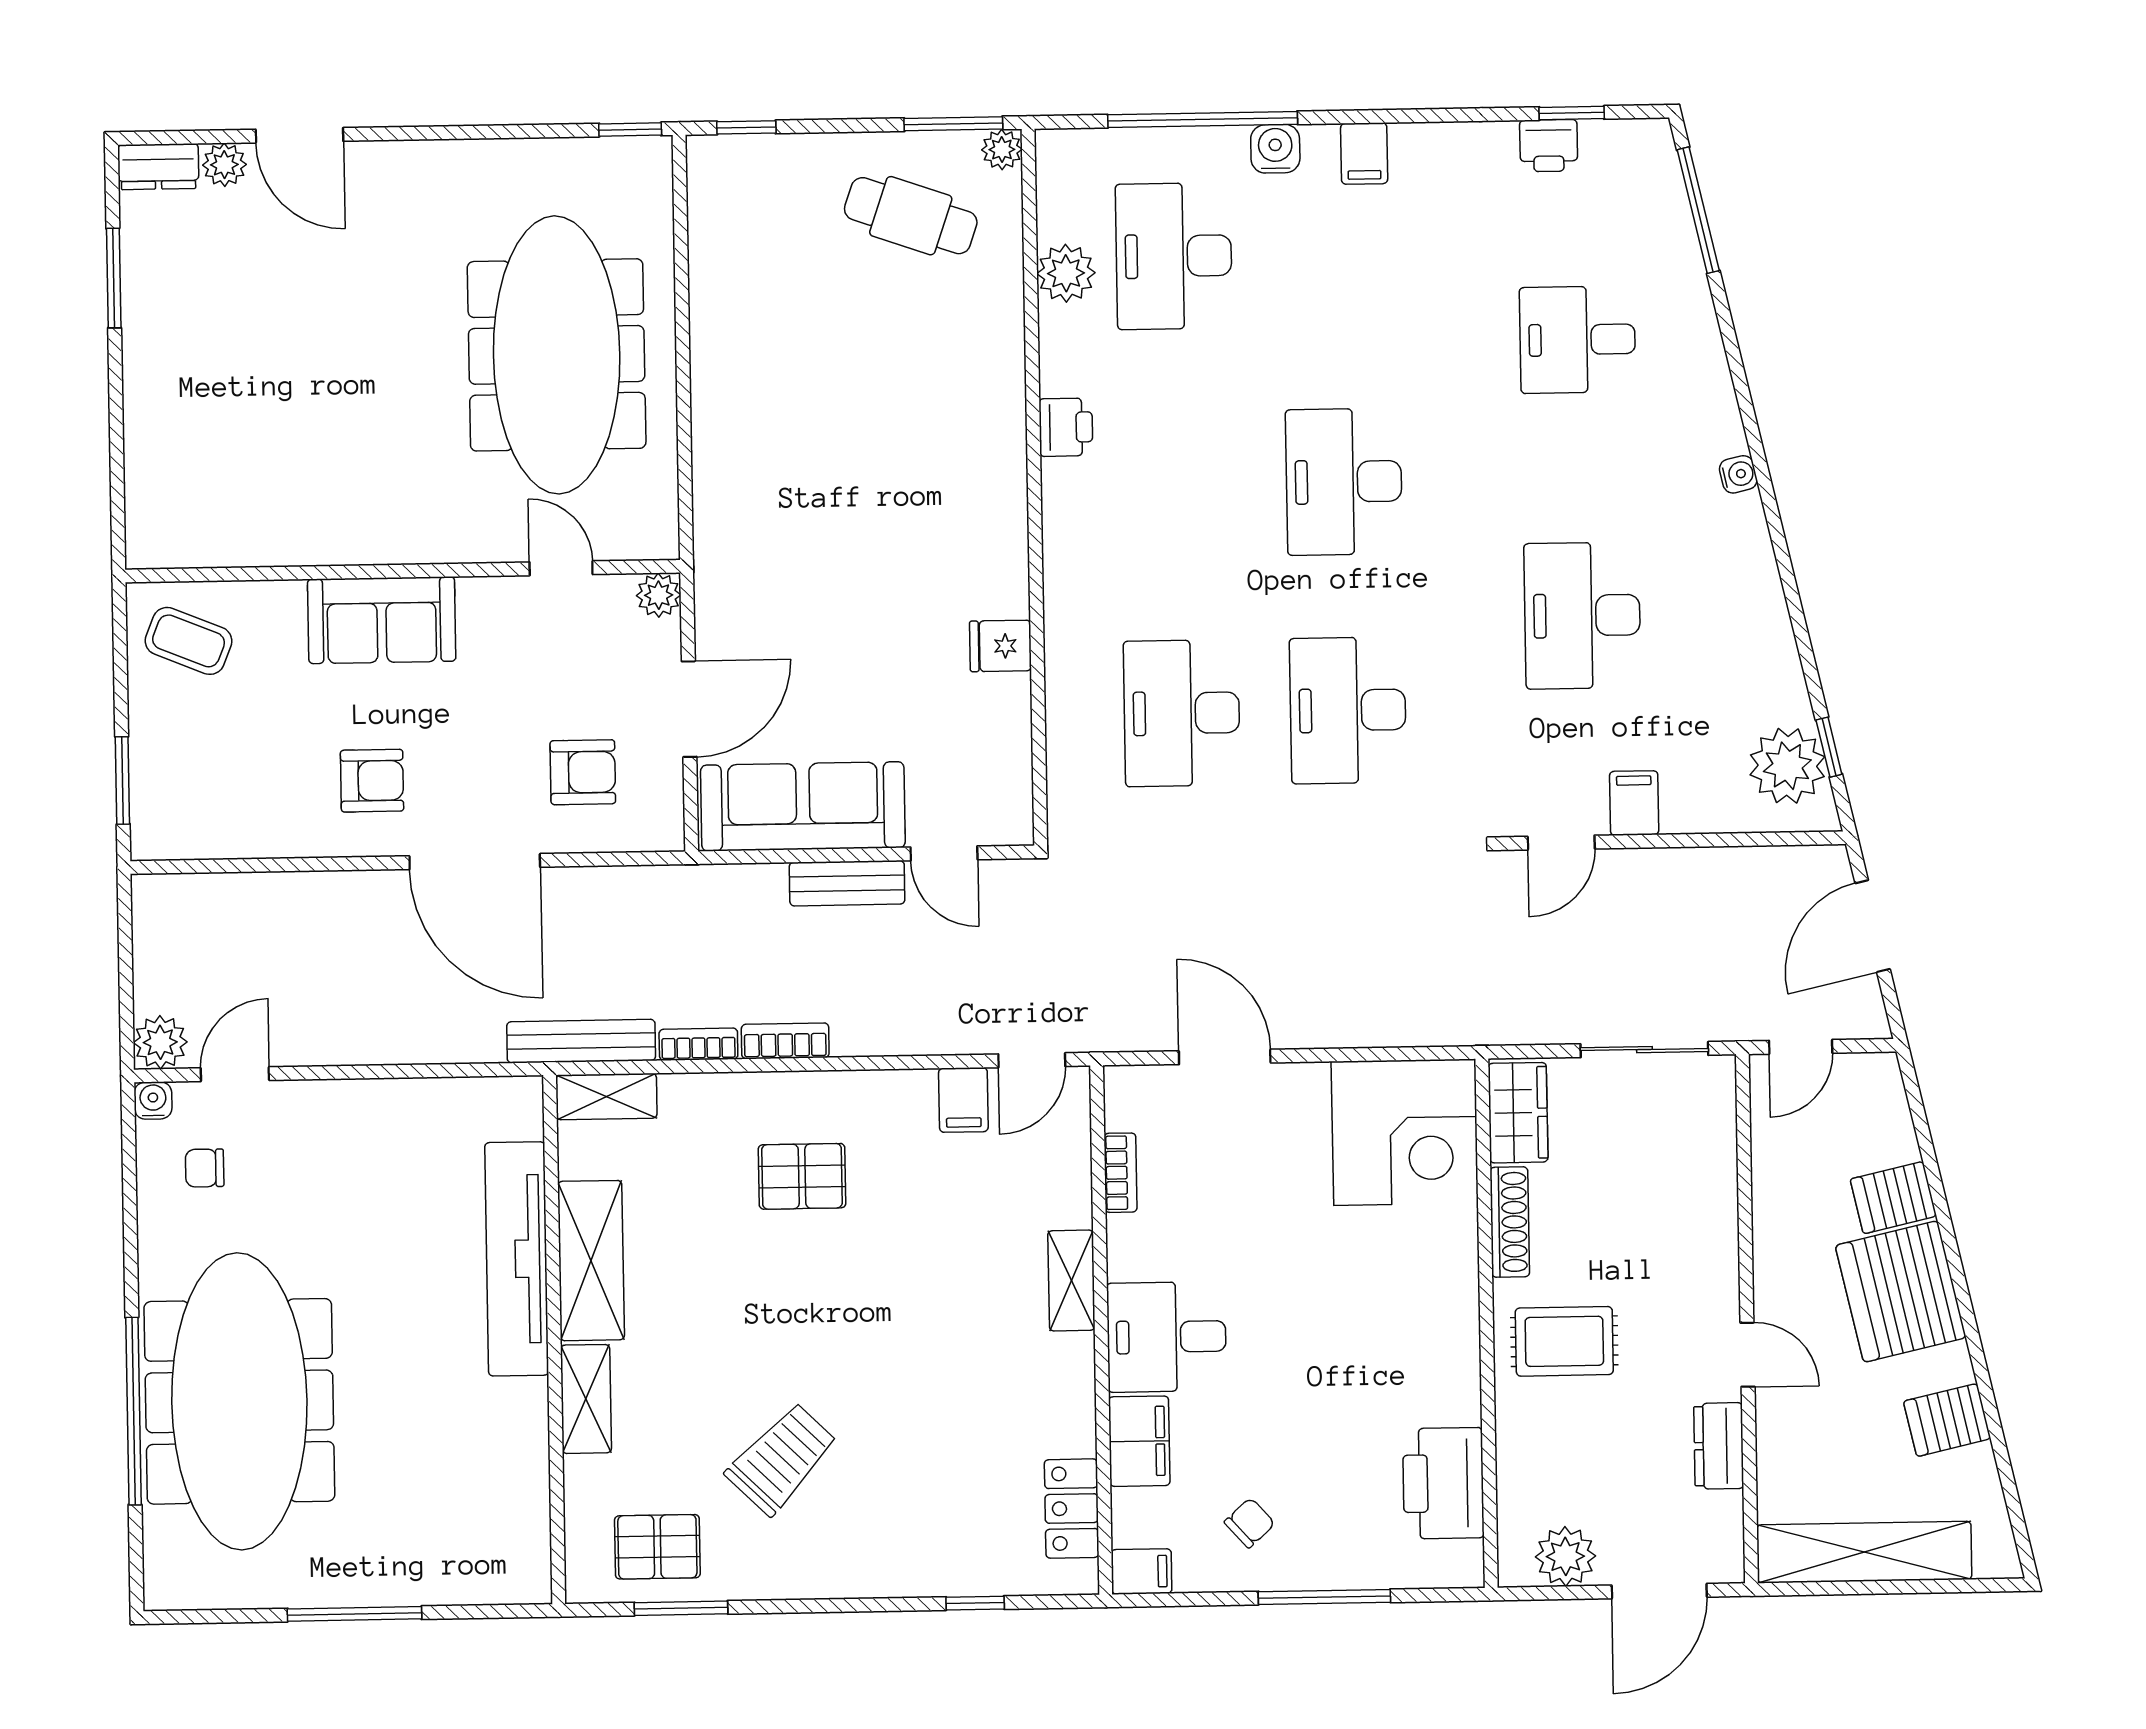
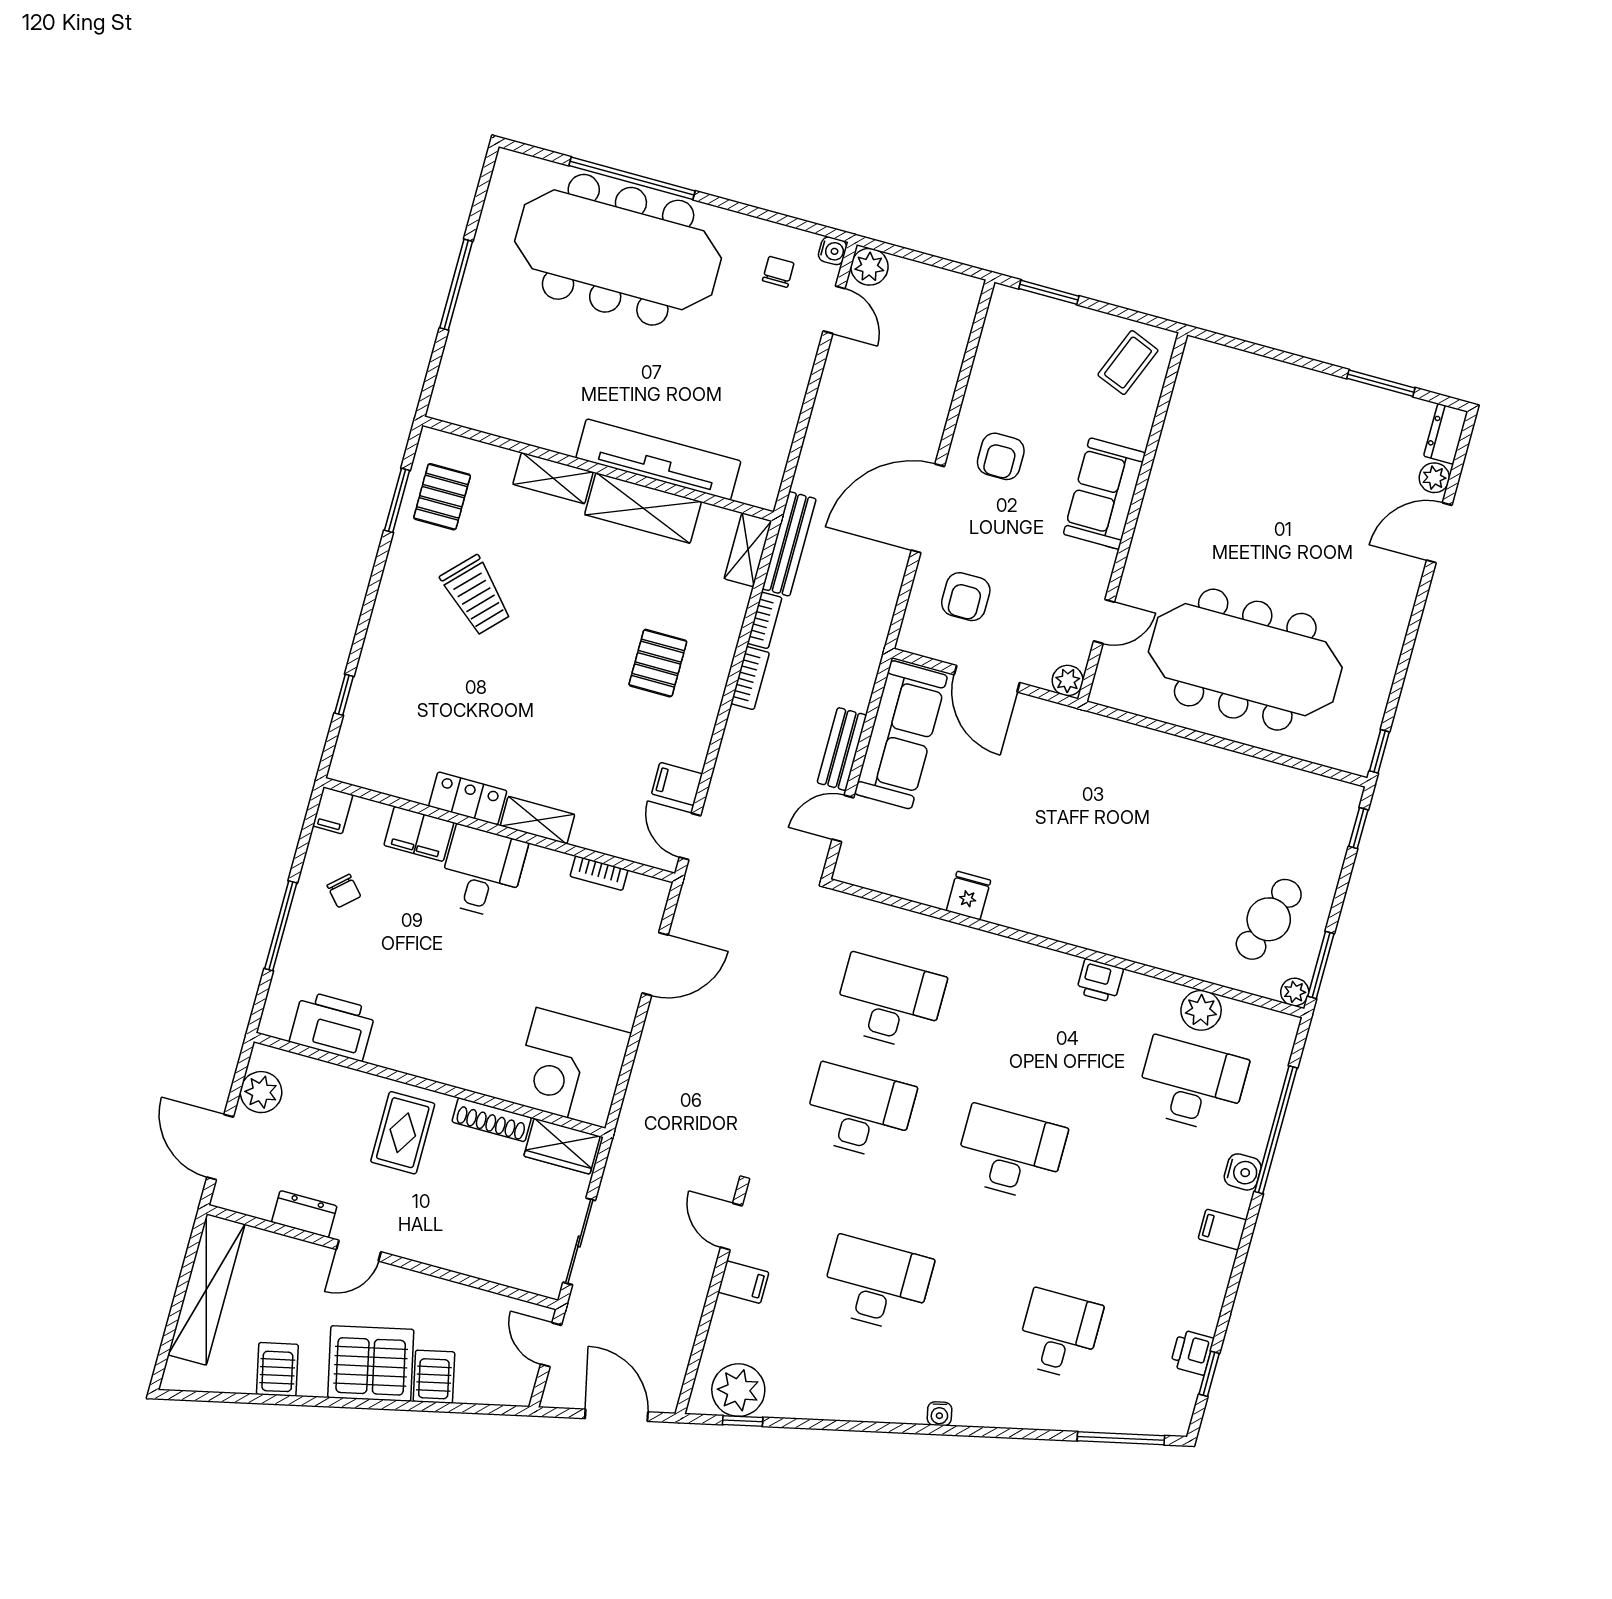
locker: (1072, 1509) -> (468, 798), moved

